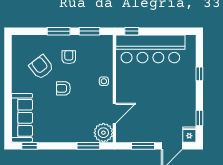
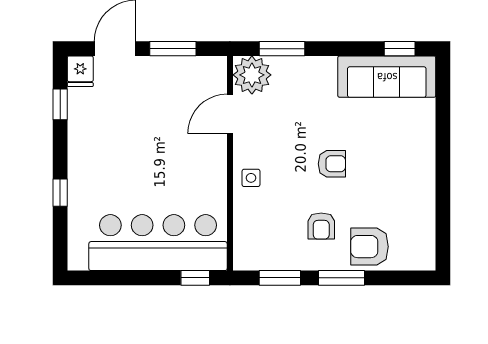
armchair: (41, 67) -> (369, 247), moved, turned 128
sofa: (22, 118) -> (387, 77), moved, turned -90

